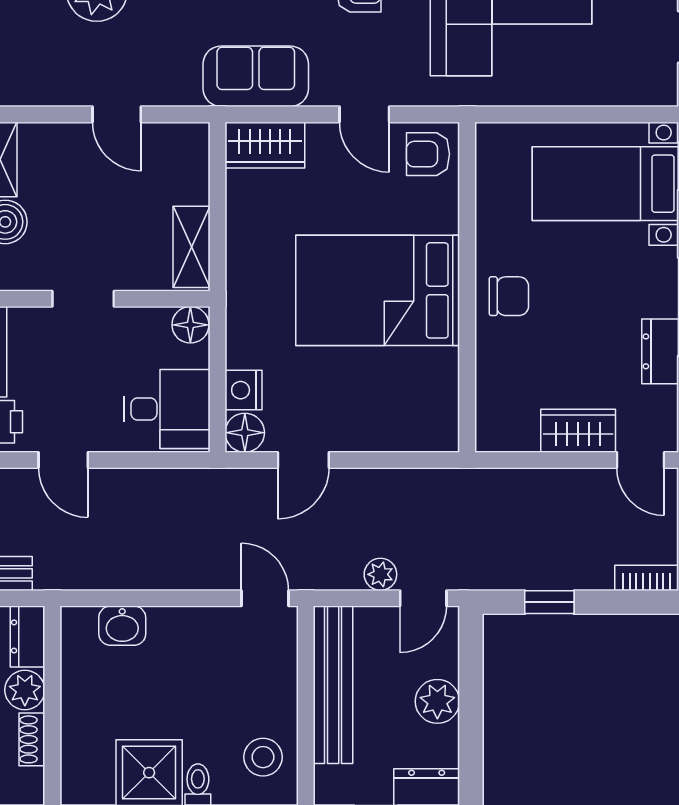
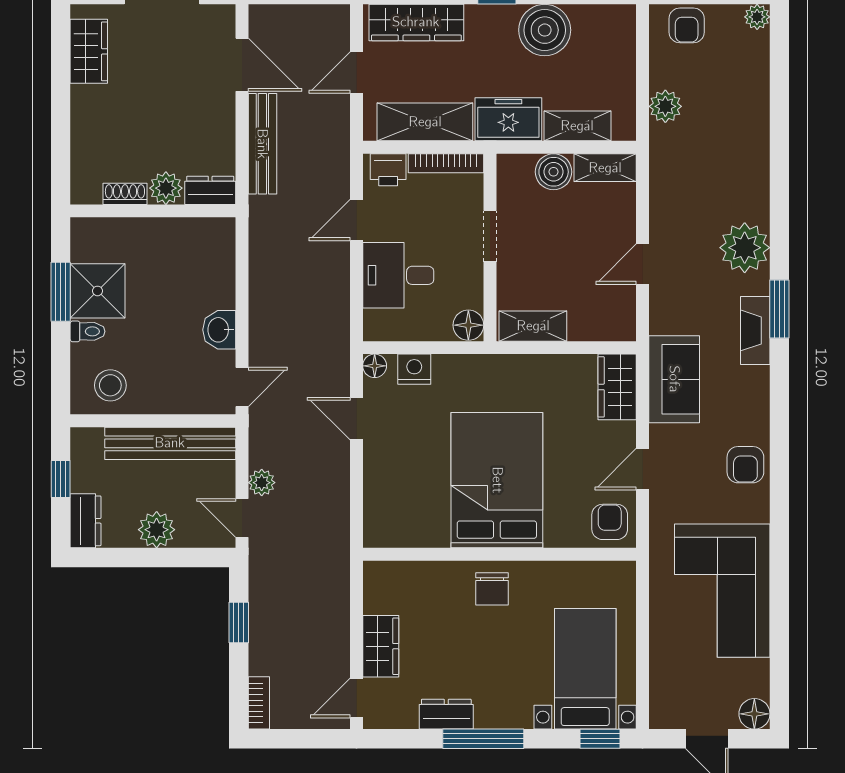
desk: (167, 409) -> (398, 275), moved, turned 90
floor lamp: (245, 433) -> (375, 366), width x0.73, depth x0.73
washbasin: (122, 626) -> (219, 330), moved

